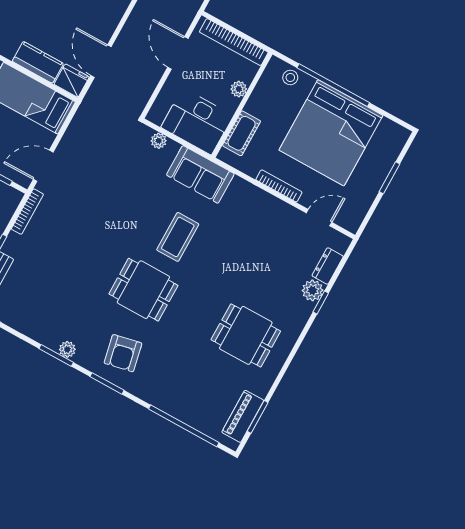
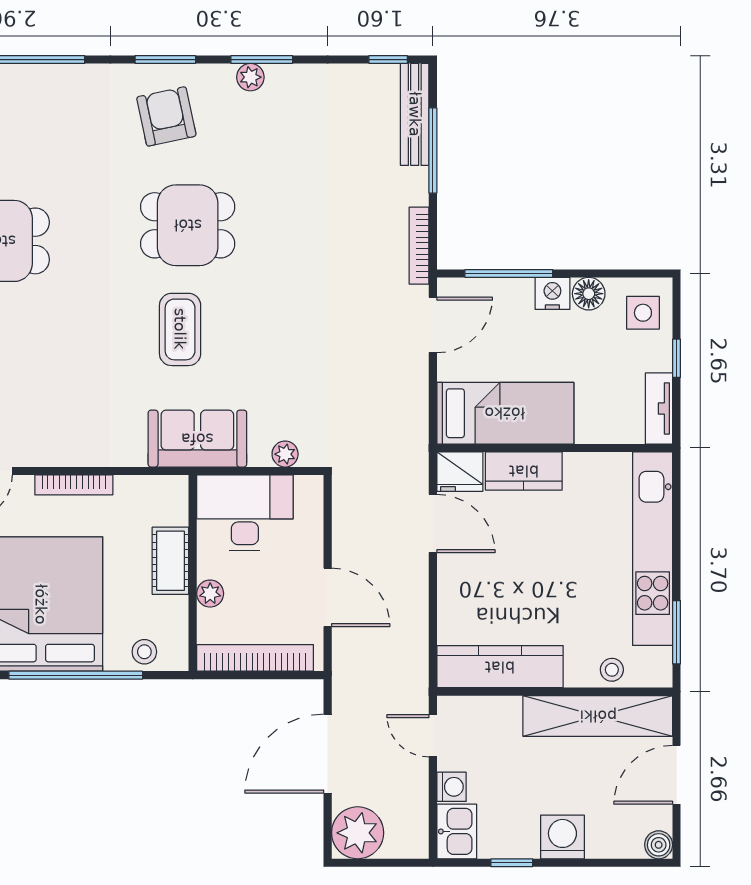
cot: (242, 133) -> (170, 561), moved

